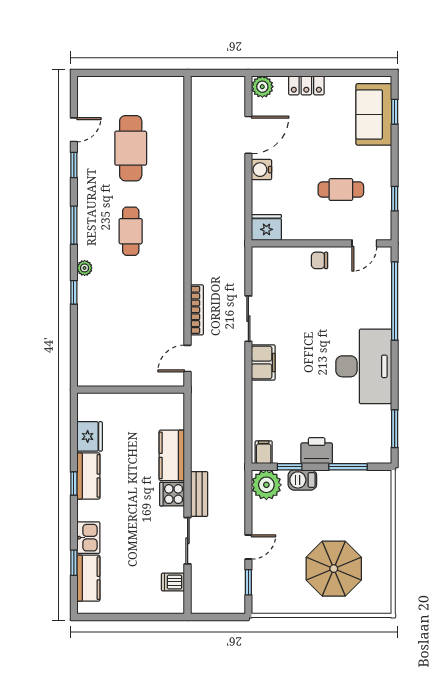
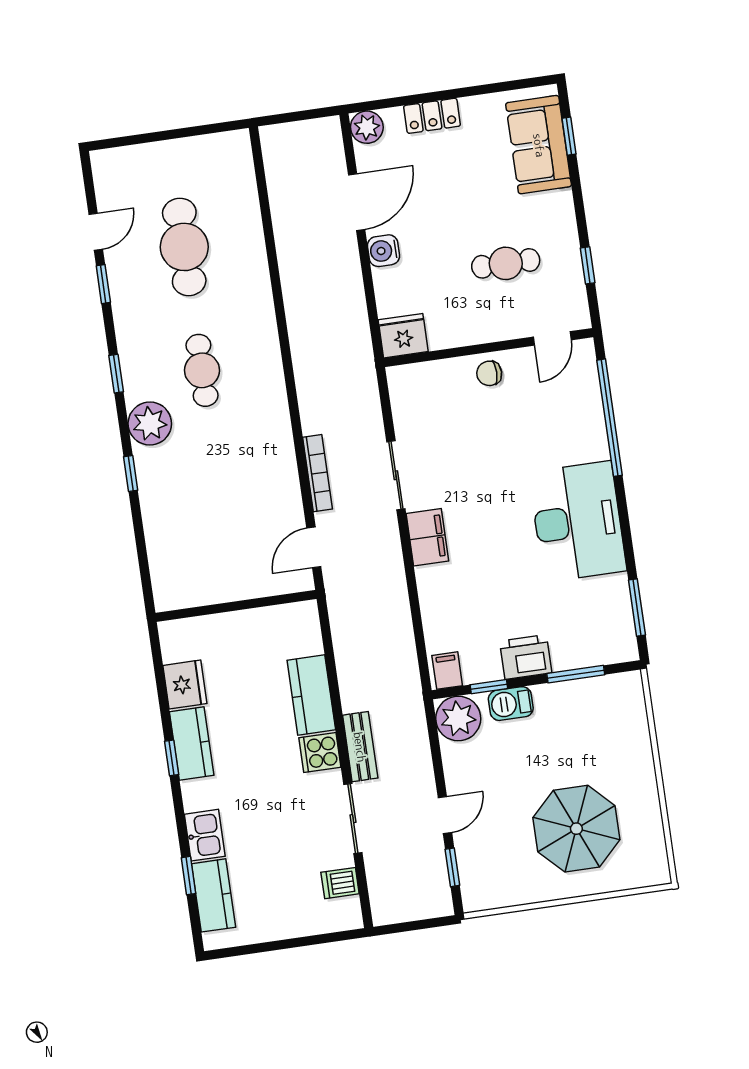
window: (74, 225) -> (116, 374), width x0.67
plant: (85, 268) -> (150, 424), width x1.88, depth x1.88

